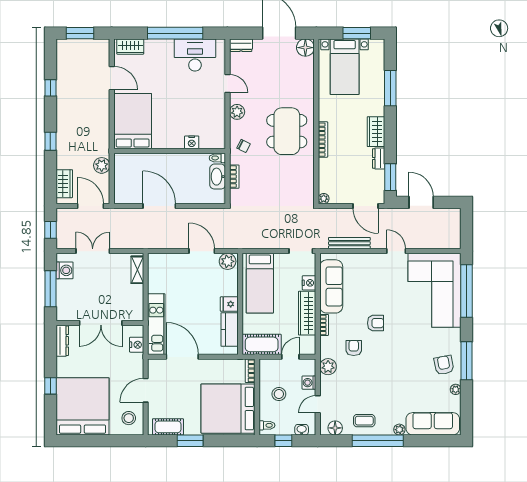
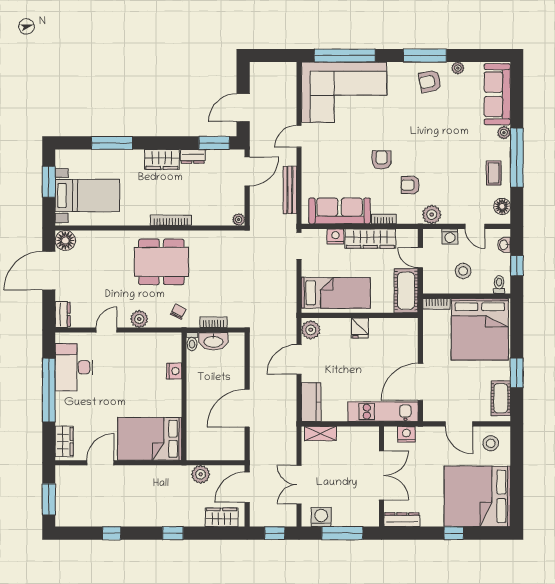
kitchen counter: (230, 329) -> (311, 402), moved, turned -90

